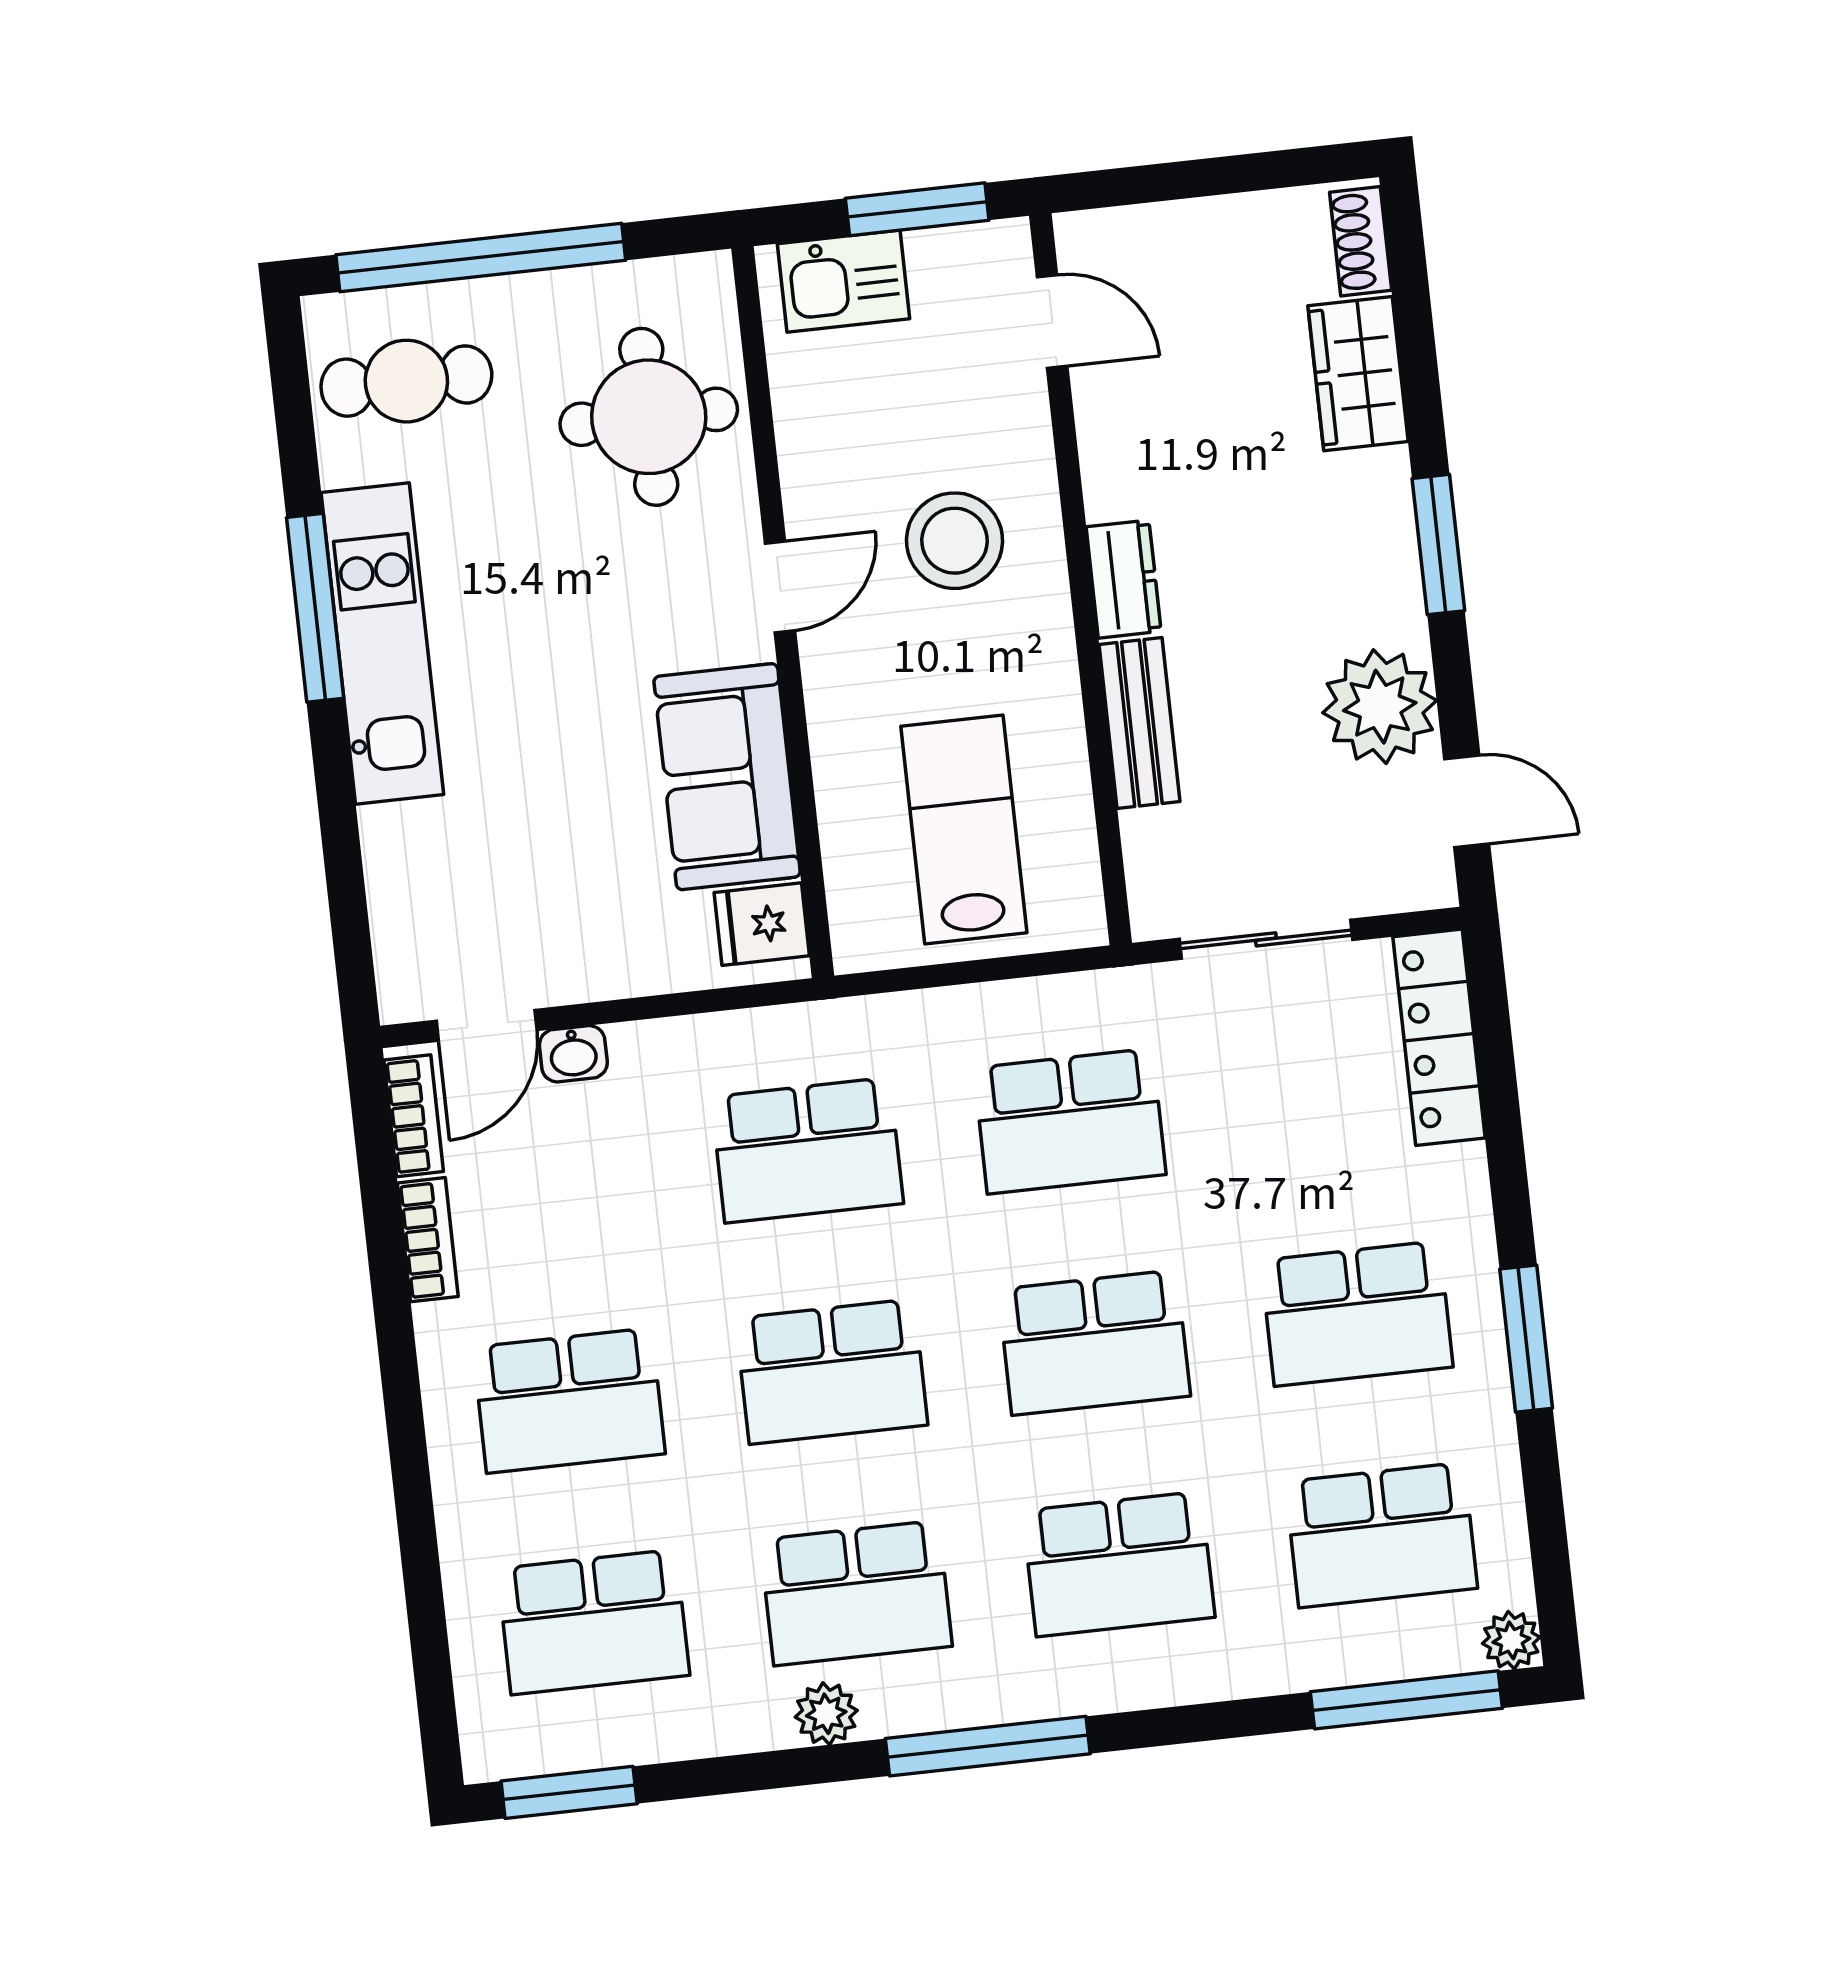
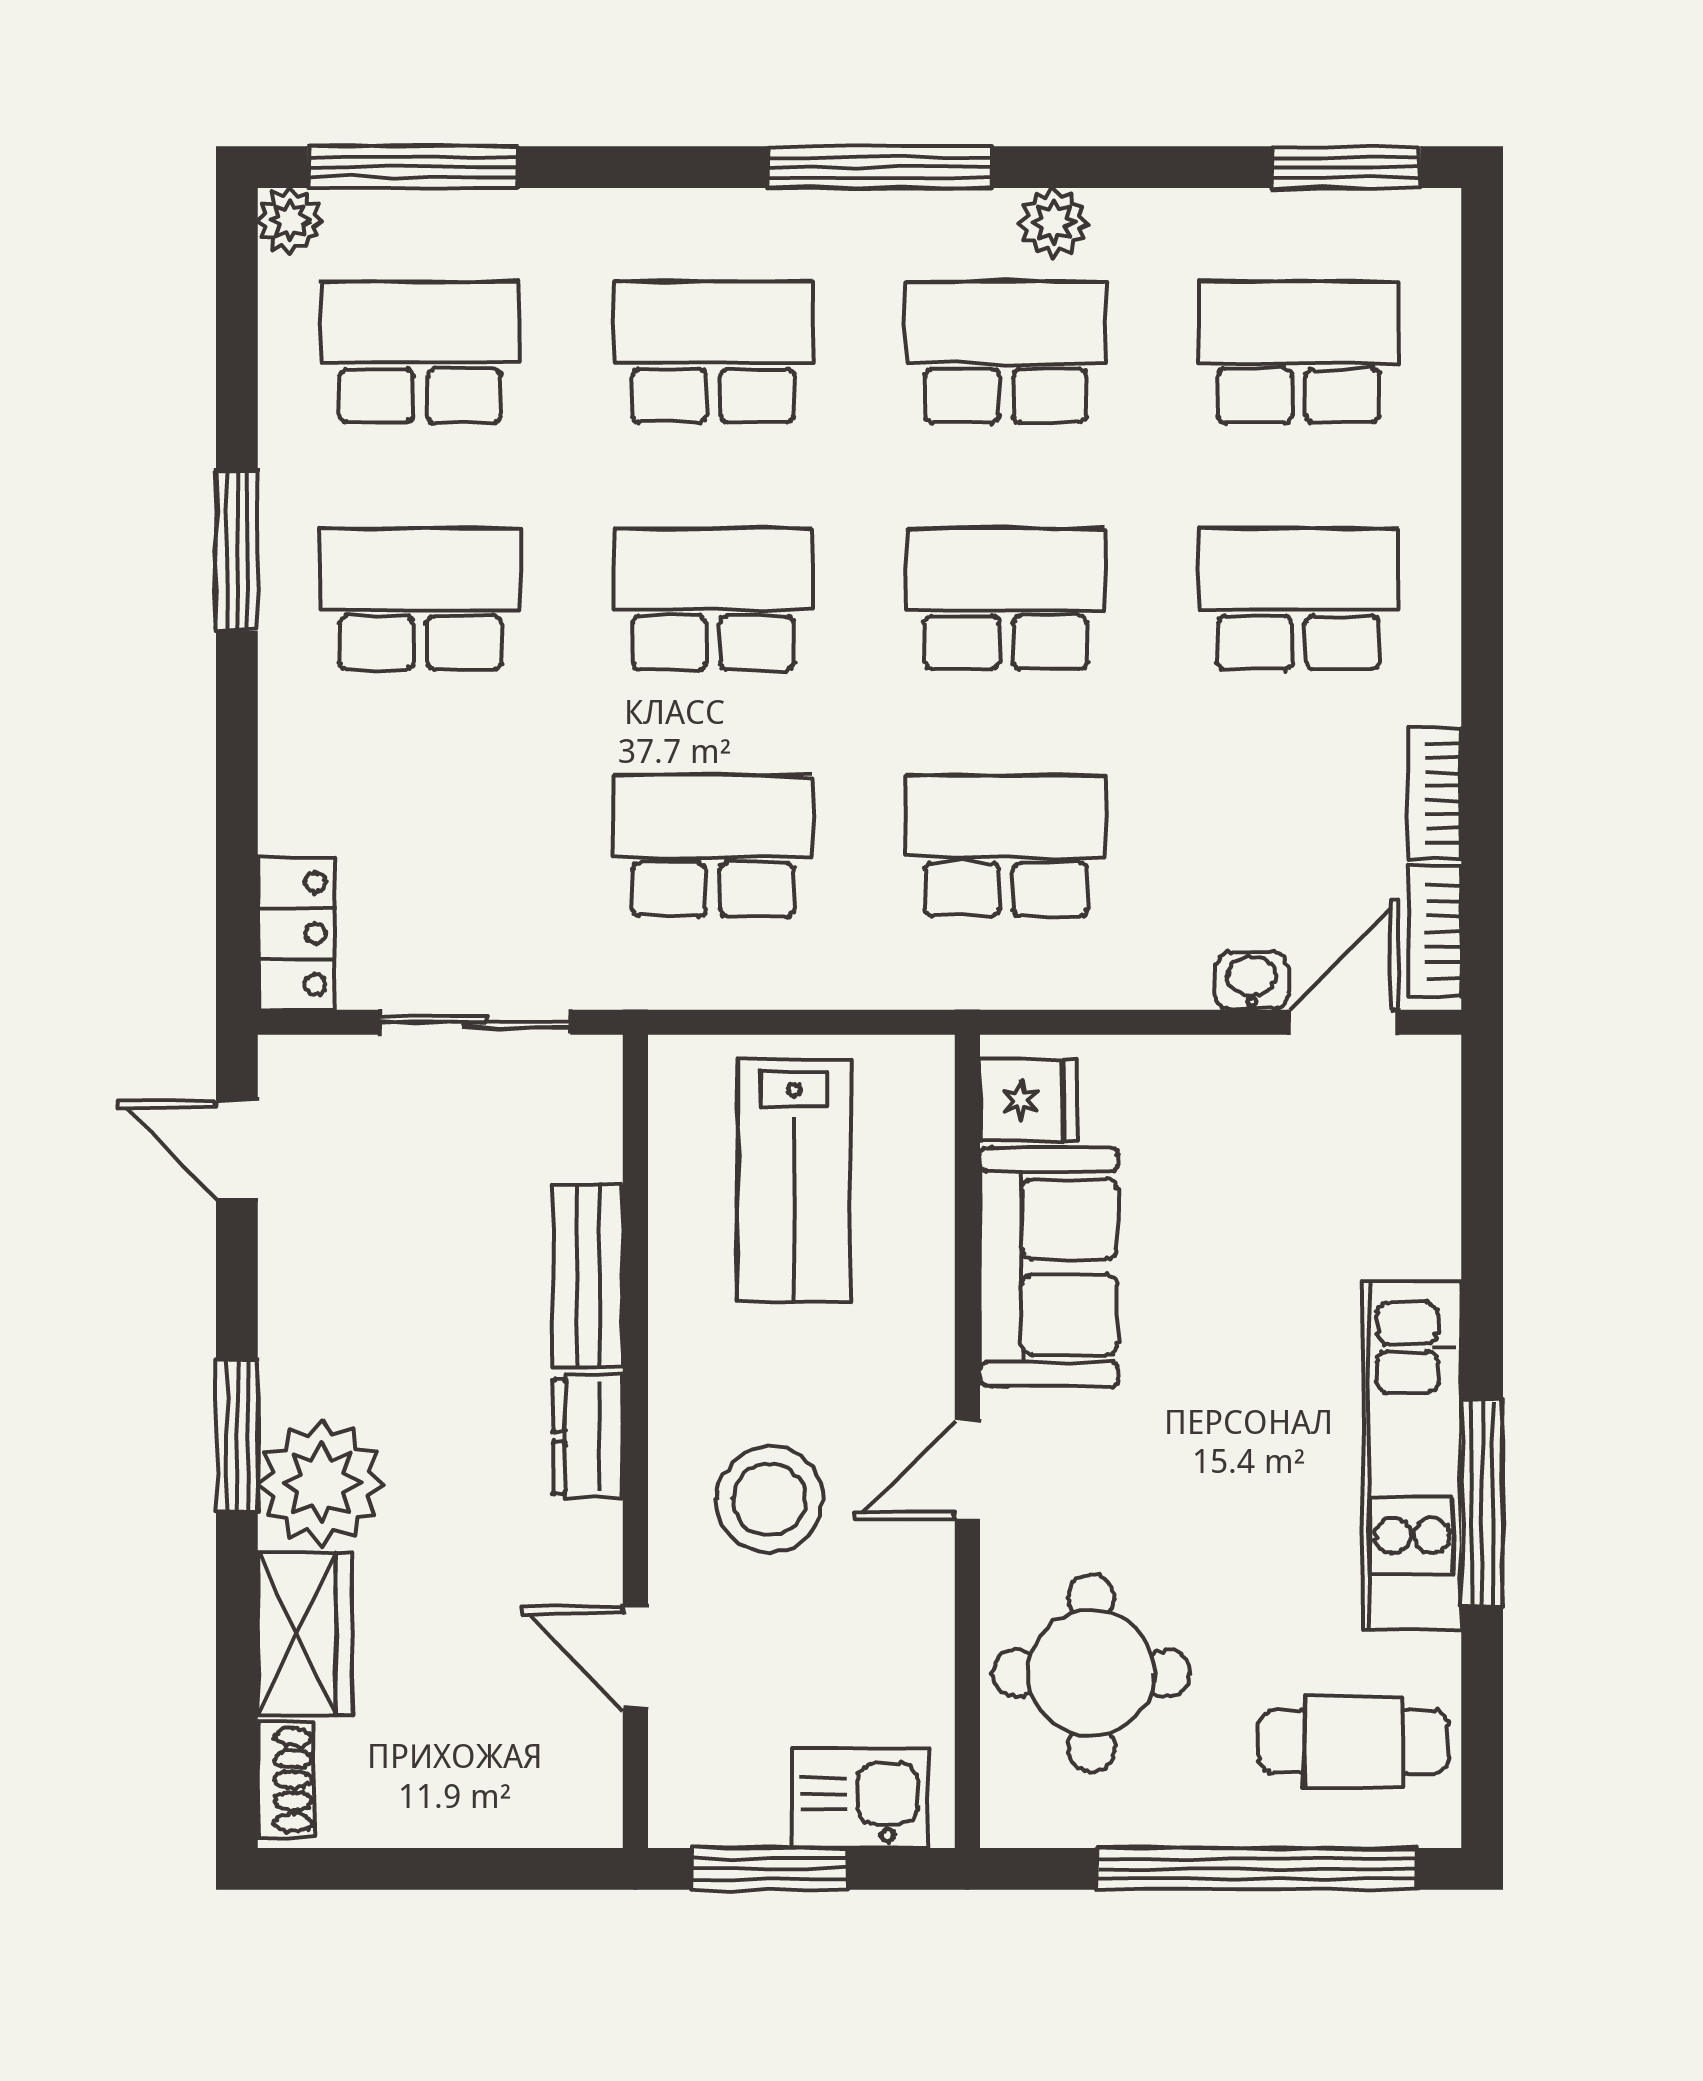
door: (1052, 321) -> (635, 1657), moved
plant: (1380, 707) -> (321, 1483), moved
locker: (1439, 1037) -> (296, 933), width x0.66

